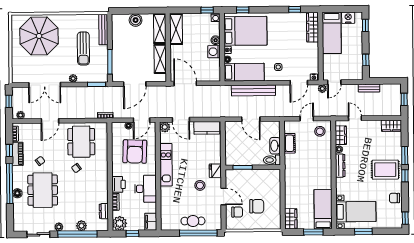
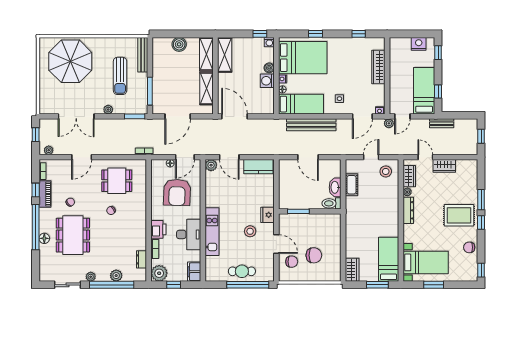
window: (243, 10) -> (315, 34), moved
wardrobe: (312, 27) -> (378, 67), moved
bed: (332, 33) -> (424, 91), moved, turned 180
wardrobe: (391, 126) -> (444, 166), moved
dining table: (81, 142) -> (117, 181), width x0.73
kitchen unit: (166, 165) -> (212, 232), moved

